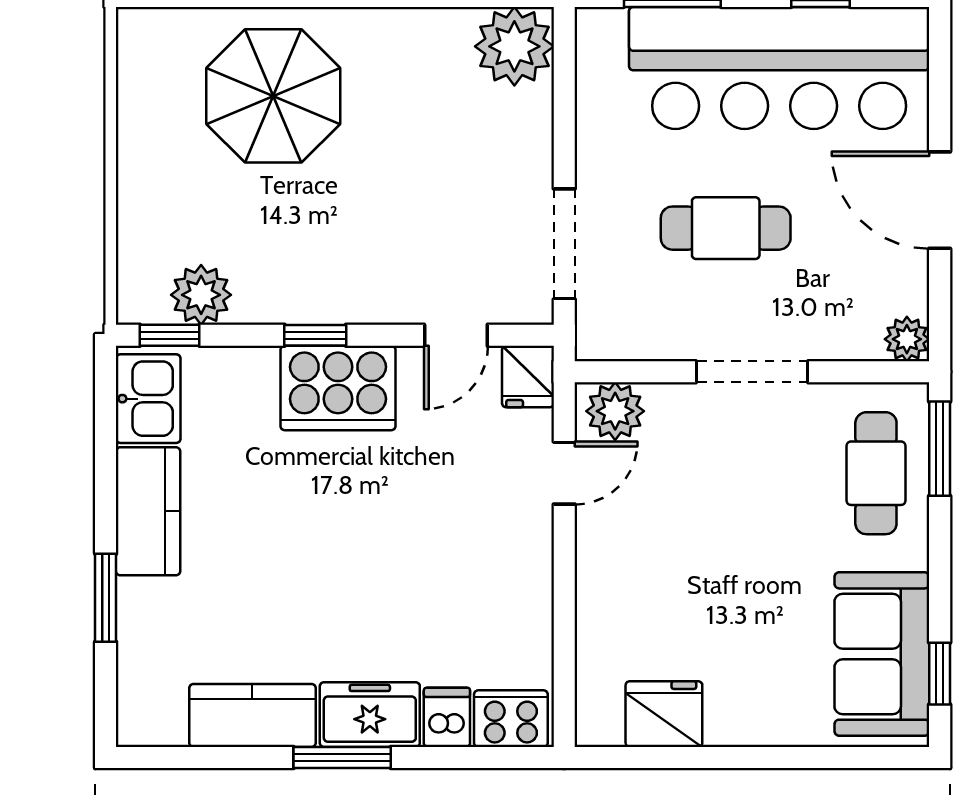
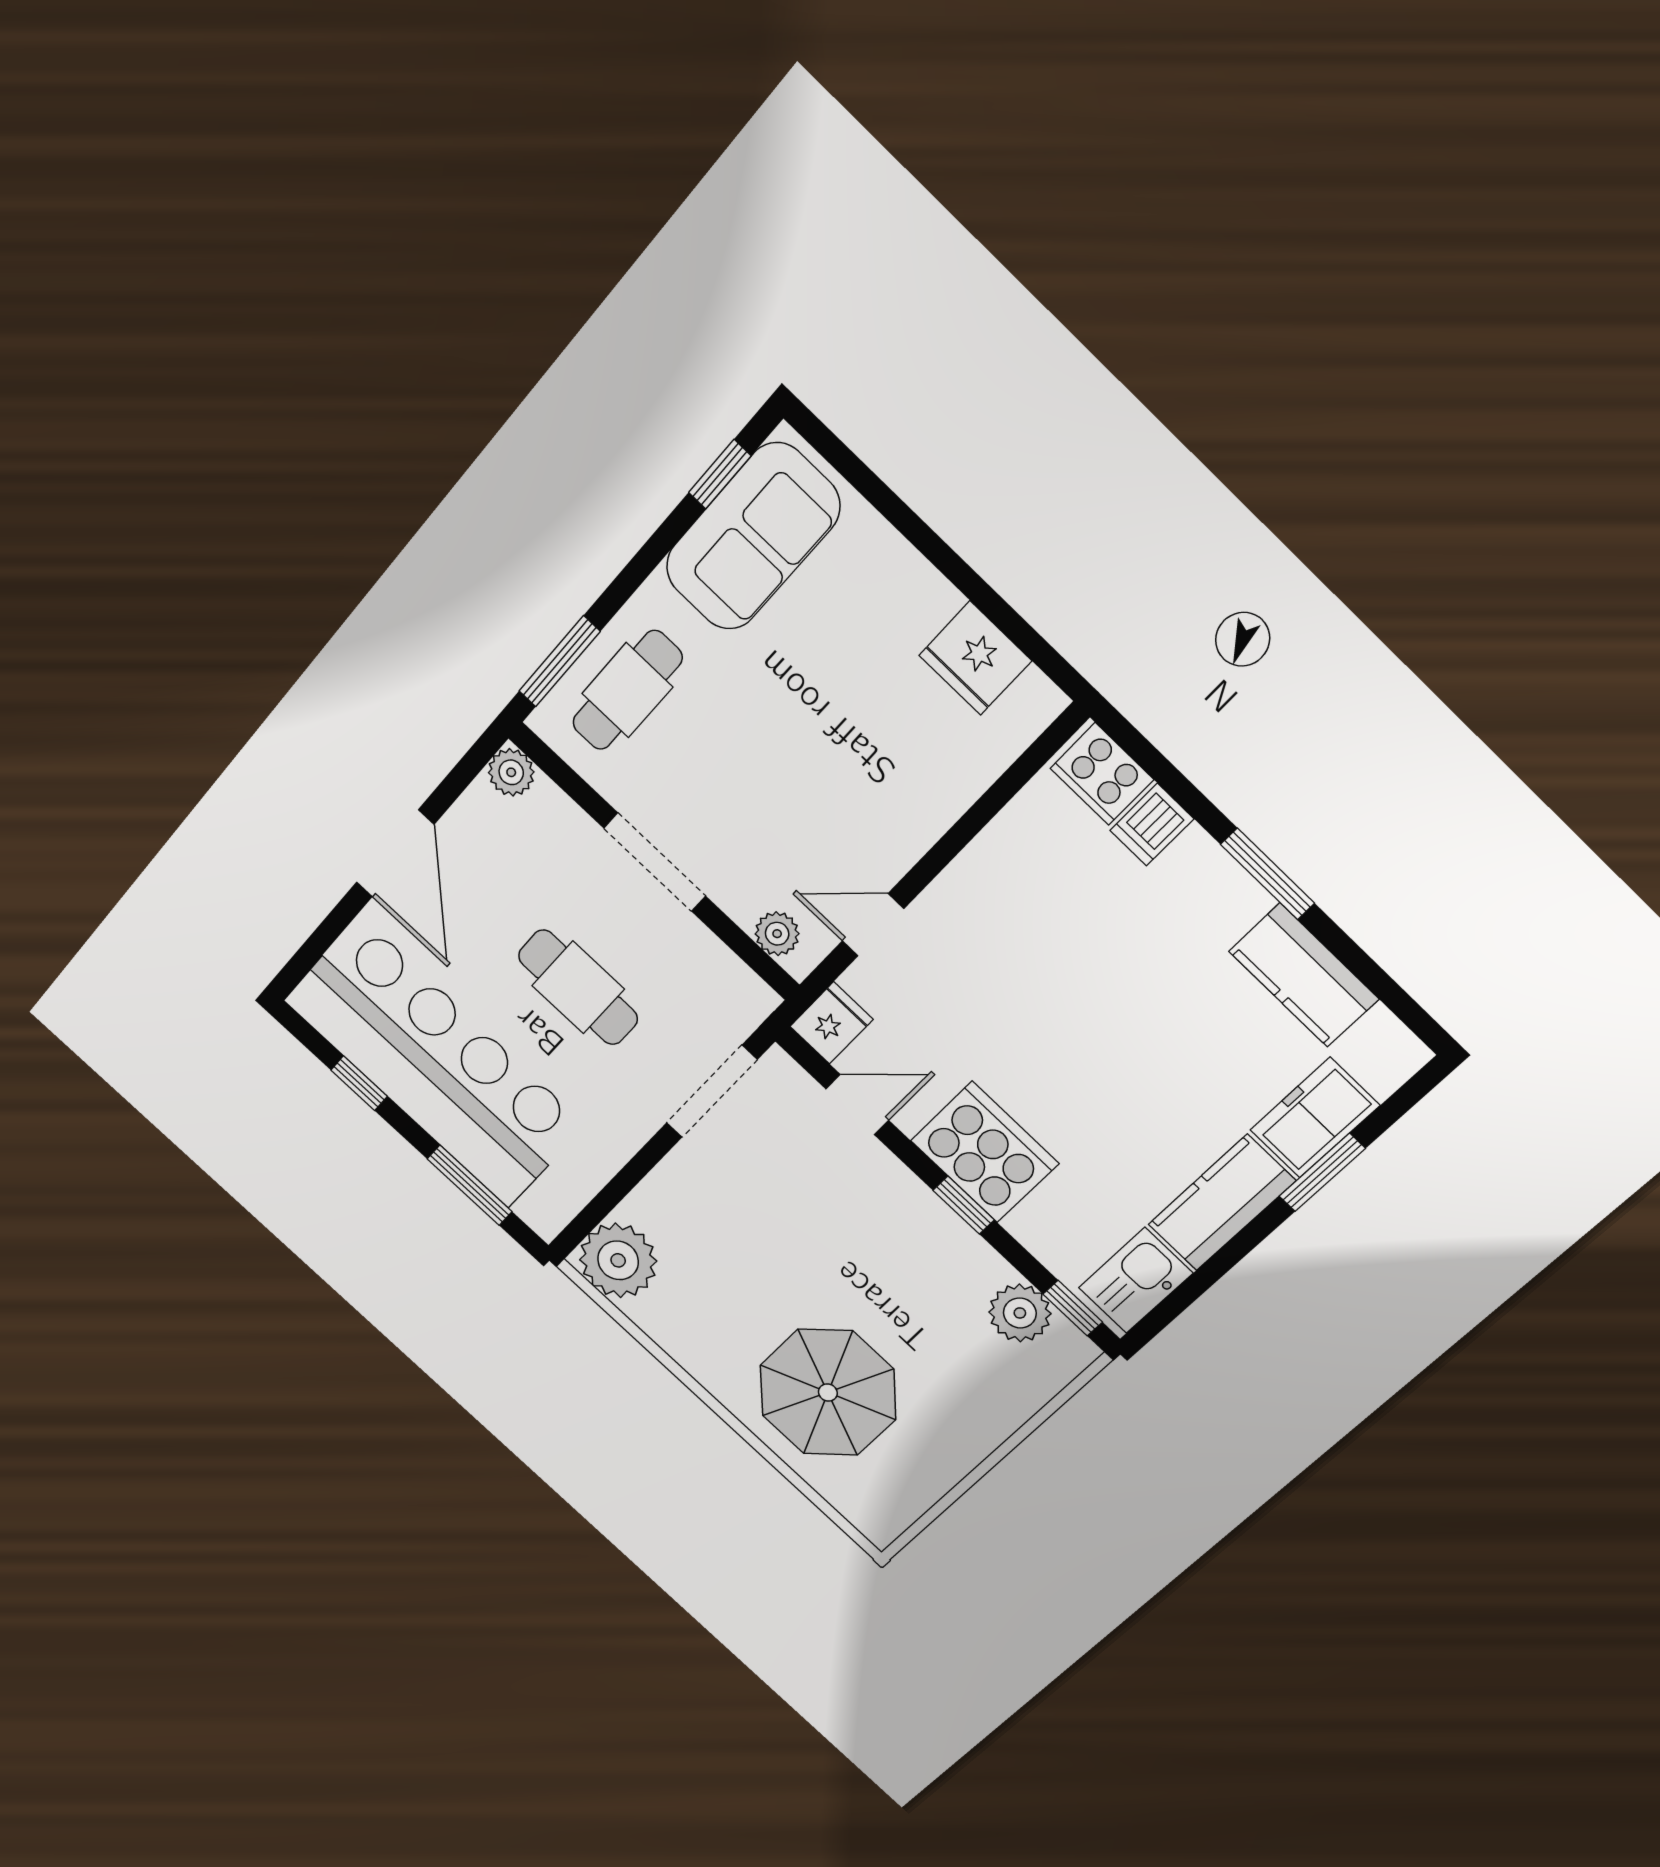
plant: (615, 411) -> (777, 934), width x0.73, depth x0.73
freezer: (370, 715) -> (1315, 1118), moved, turned 90

